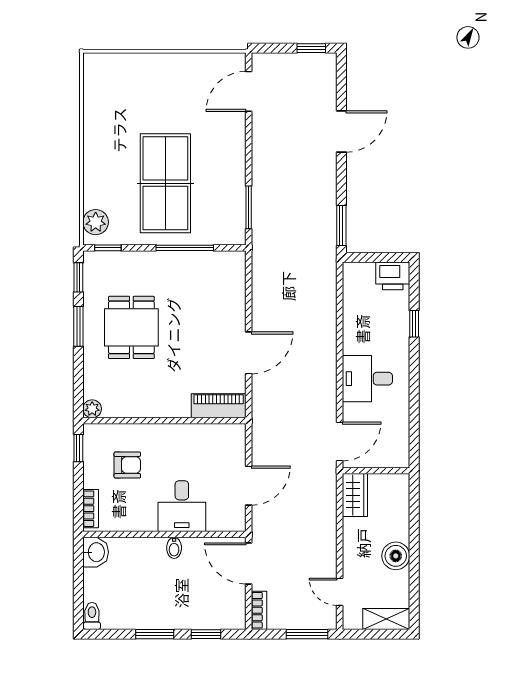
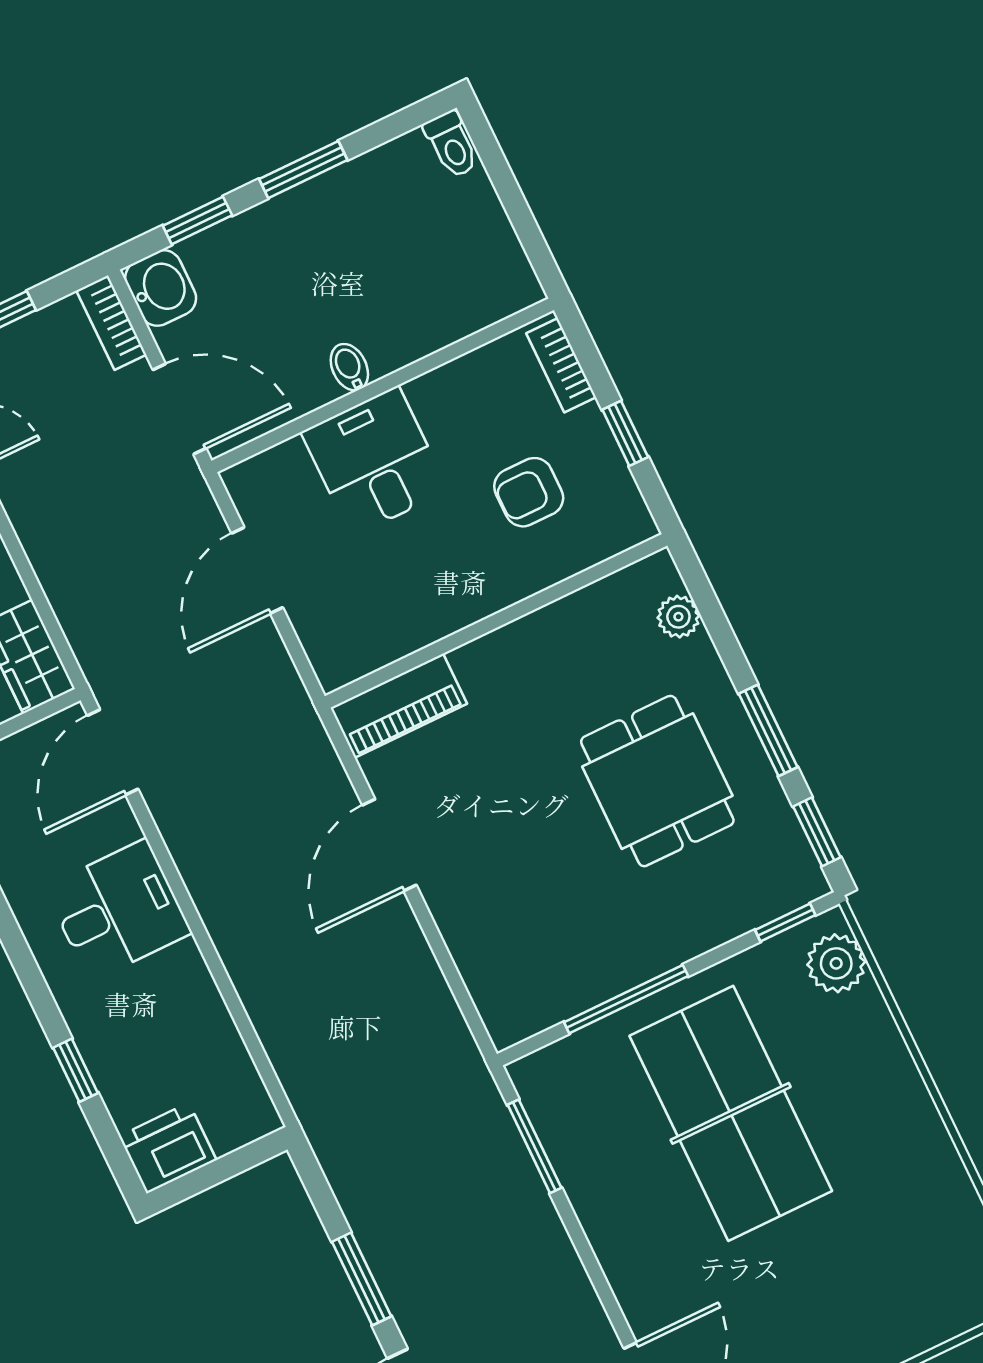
window: (341, 225) -> (362, 1279), moved
plant: (92, 409) -> (678, 617), moved
window: (78, 448) -> (625, 433), moved
washbasin: (96, 552) -> (161, 288), moved, turned 180

